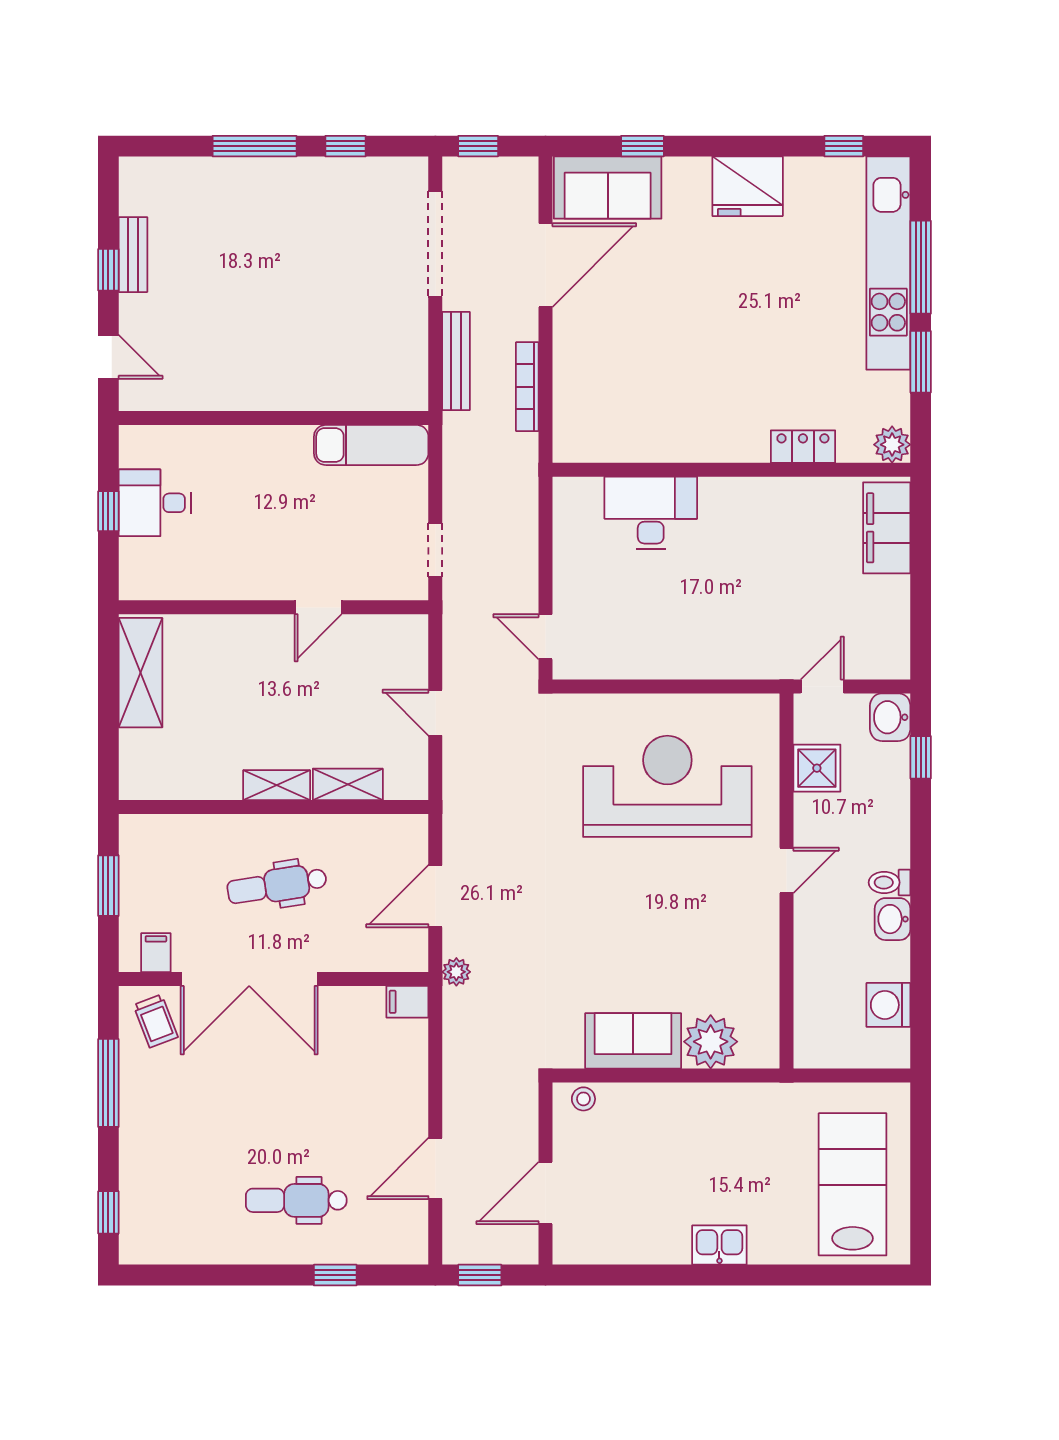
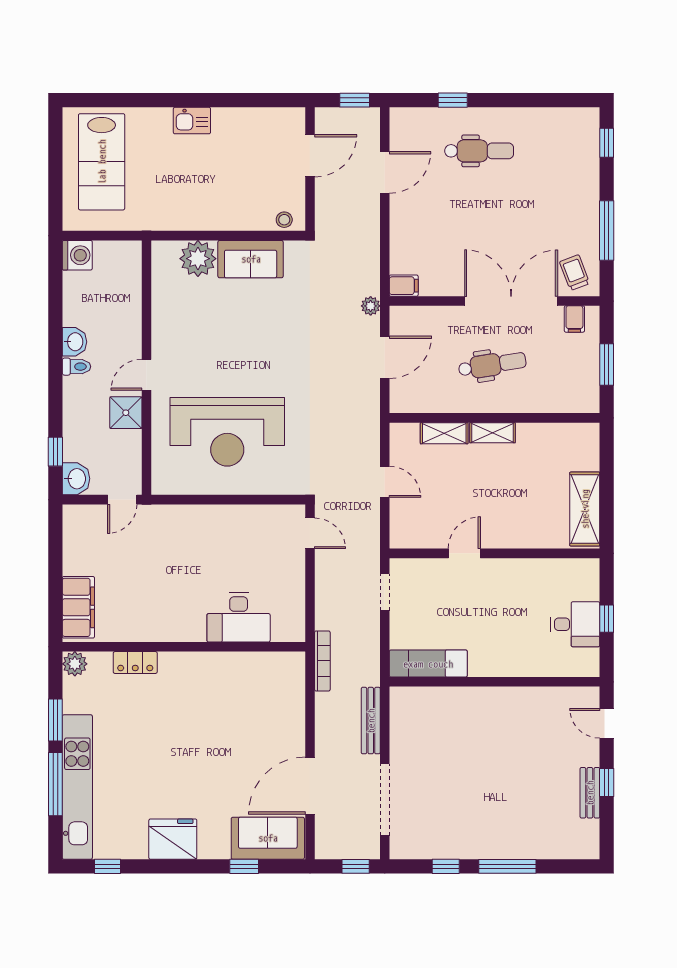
bookcase: (527, 387) -> (322, 661), moved
shower: (817, 768) -> (126, 413), moved
washing machine: (888, 1005) -> (77, 255), moved

